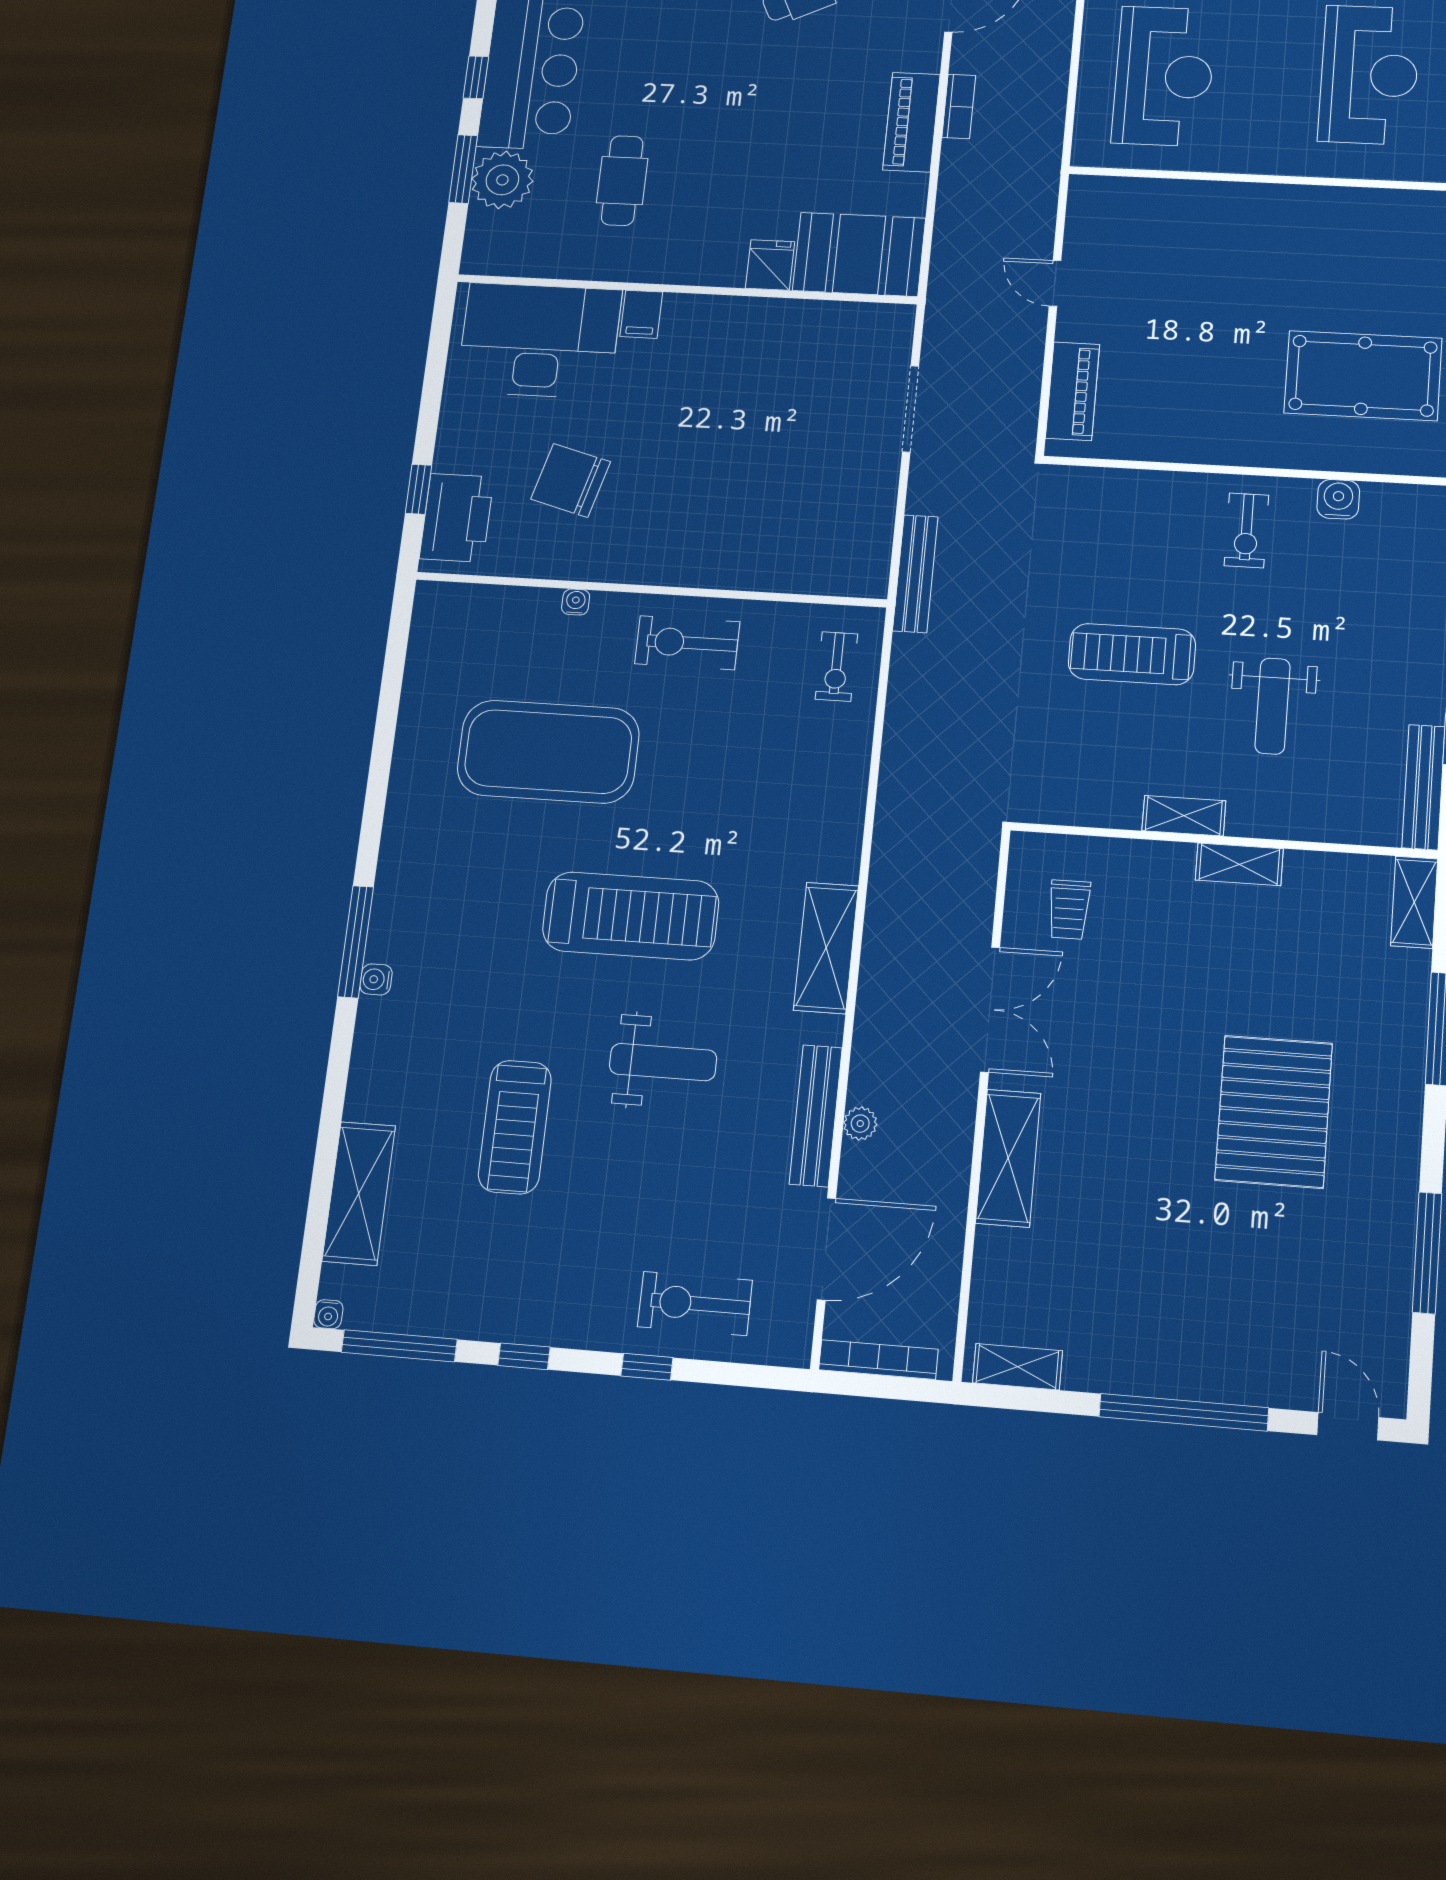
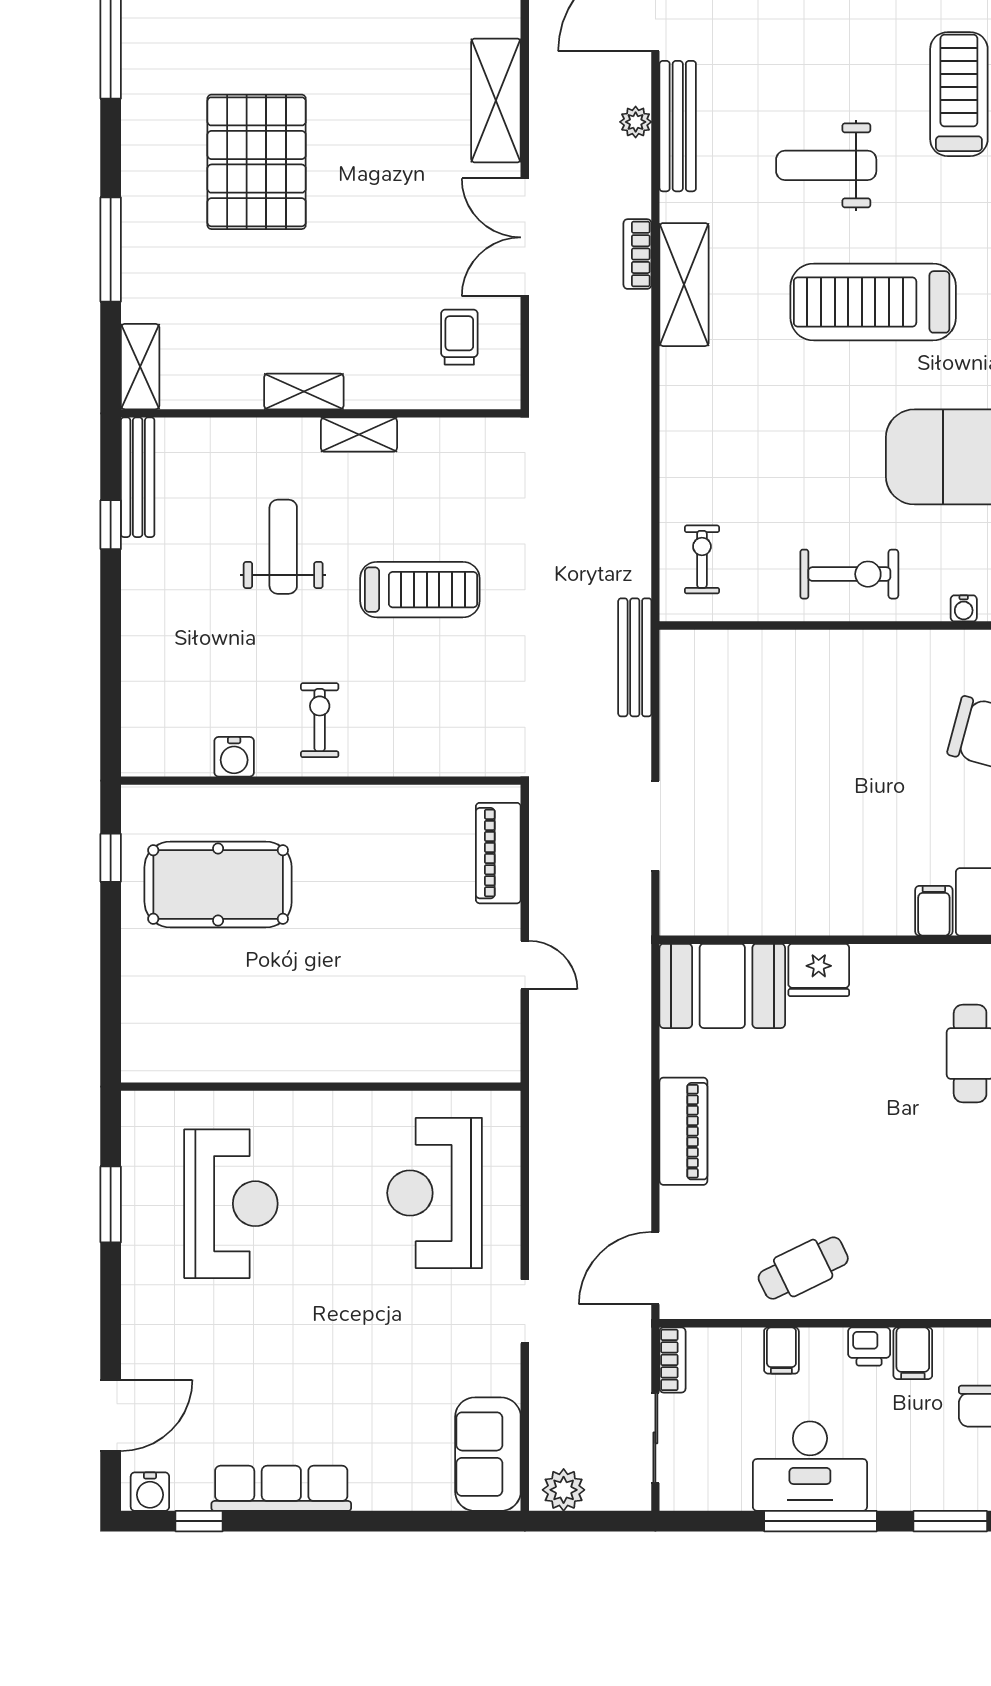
reception desk: (1369, 75) -> (231, 1204), turned 180
bookcase: (959, 106) -> (637, 254), moved
fridge: (770, 265) -> (819, 970), width x1.38

